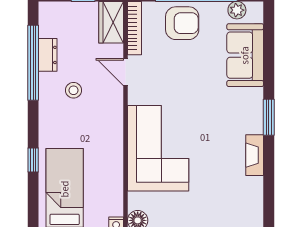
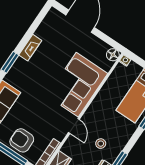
door: (125, 72) -> (74, 126), moved

